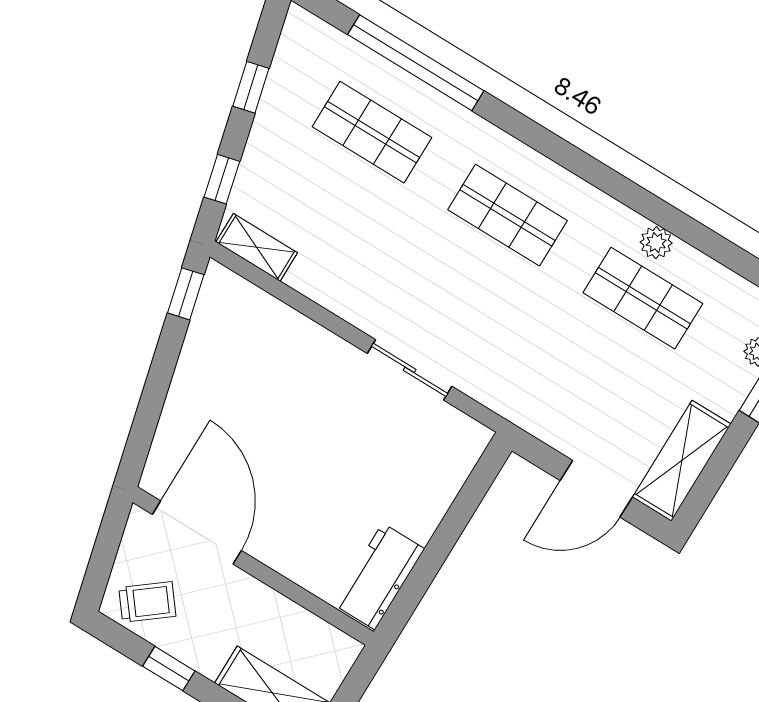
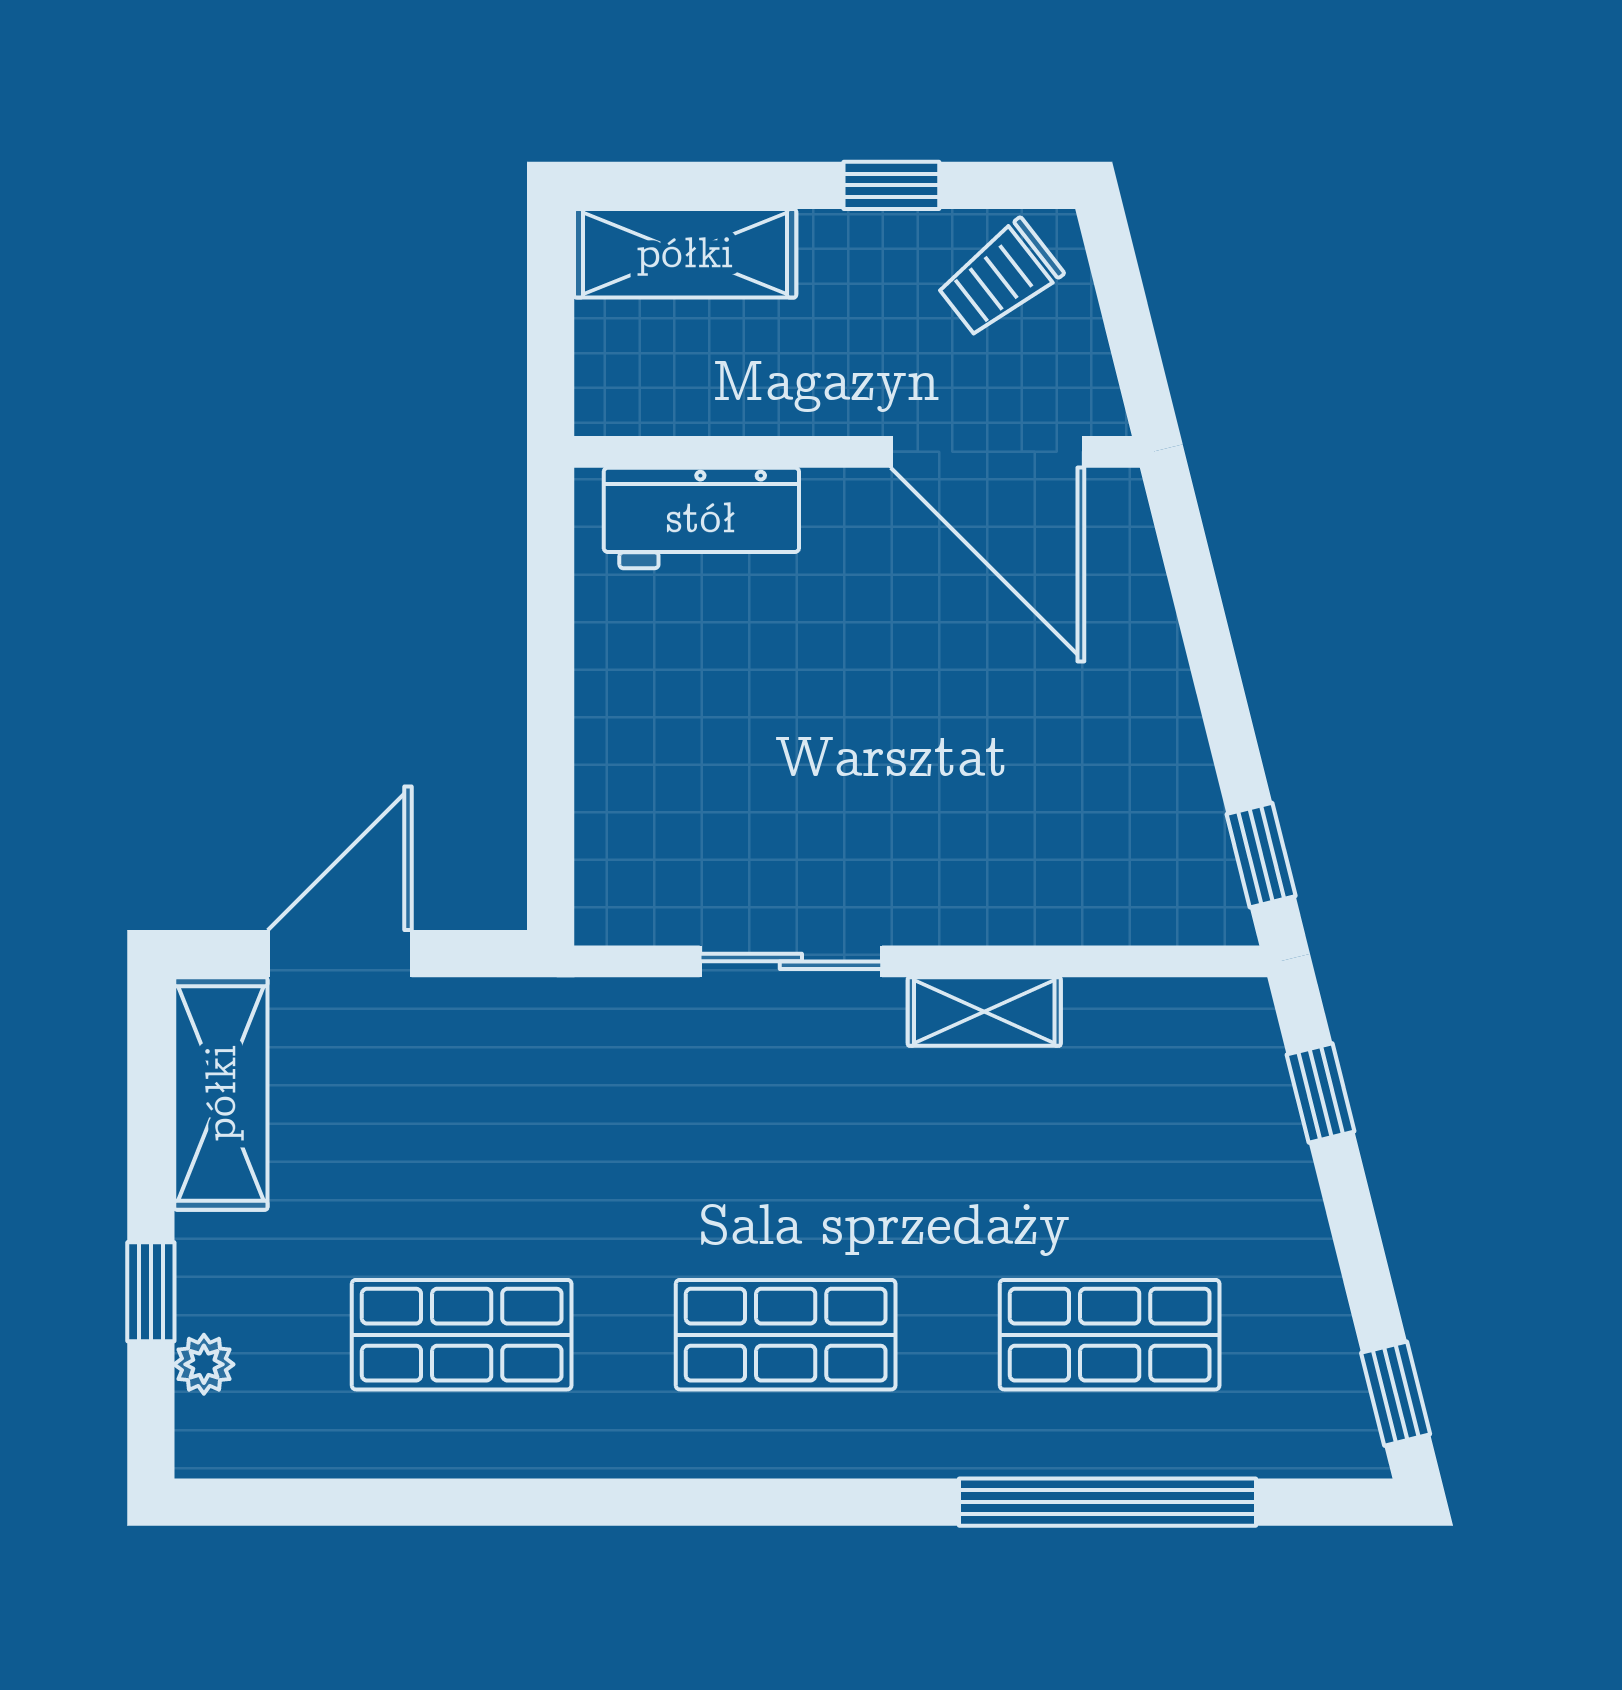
window: (251, 87) -> (1396, 1394), moved
plant: (656, 243) -> (498, 1445), removed
shelving: (257, 247) -> (984, 1011), moved
workbench: (379, 576) -> (701, 518), moved, turned 90

